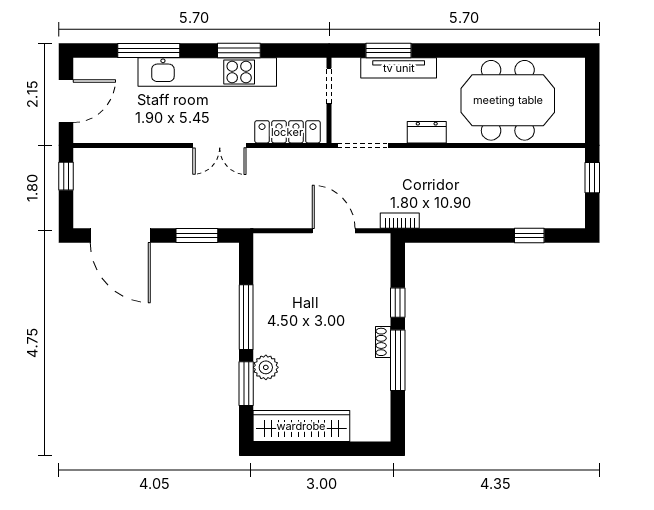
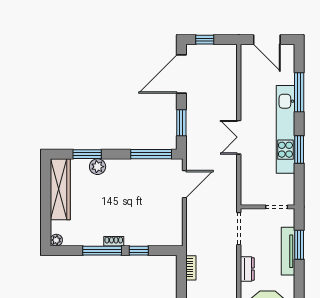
locker: (287, 132) -> (247, 180), removed
window: (66, 176) -> (205, 40), moved
bookcase: (400, 221) -> (191, 268), moved
door: (334, 231) -> (184, 184), moved
window: (246, 317) -> (151, 154), moved
plant: (381, 432) -> (56, 240), added

